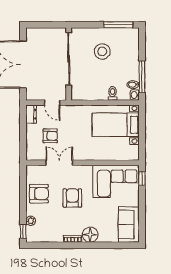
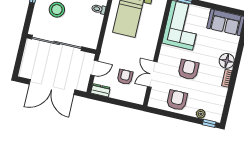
armchair: (72, 198) -> (188, 70), turned 90

